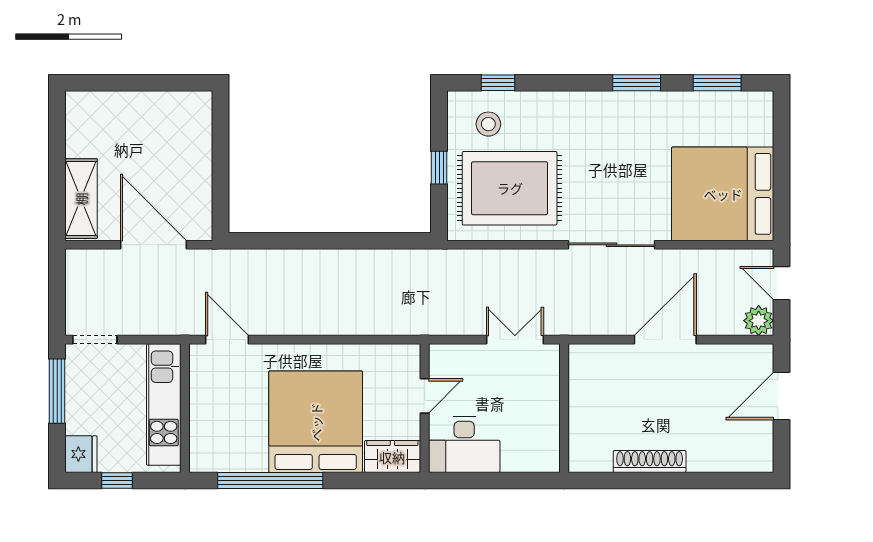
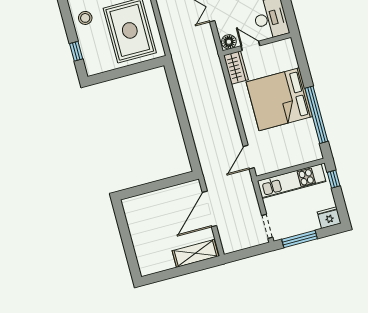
stool: (488, 124) -> (85, 18), moved
window: (439, 168) -> (129, 70), removed
floor lamp: (442, 359) -> (229, 42), added
wardrobe: (392, 457) -> (236, 67), moved, turned 180
window: (117, 481) -> (334, 179), moved

